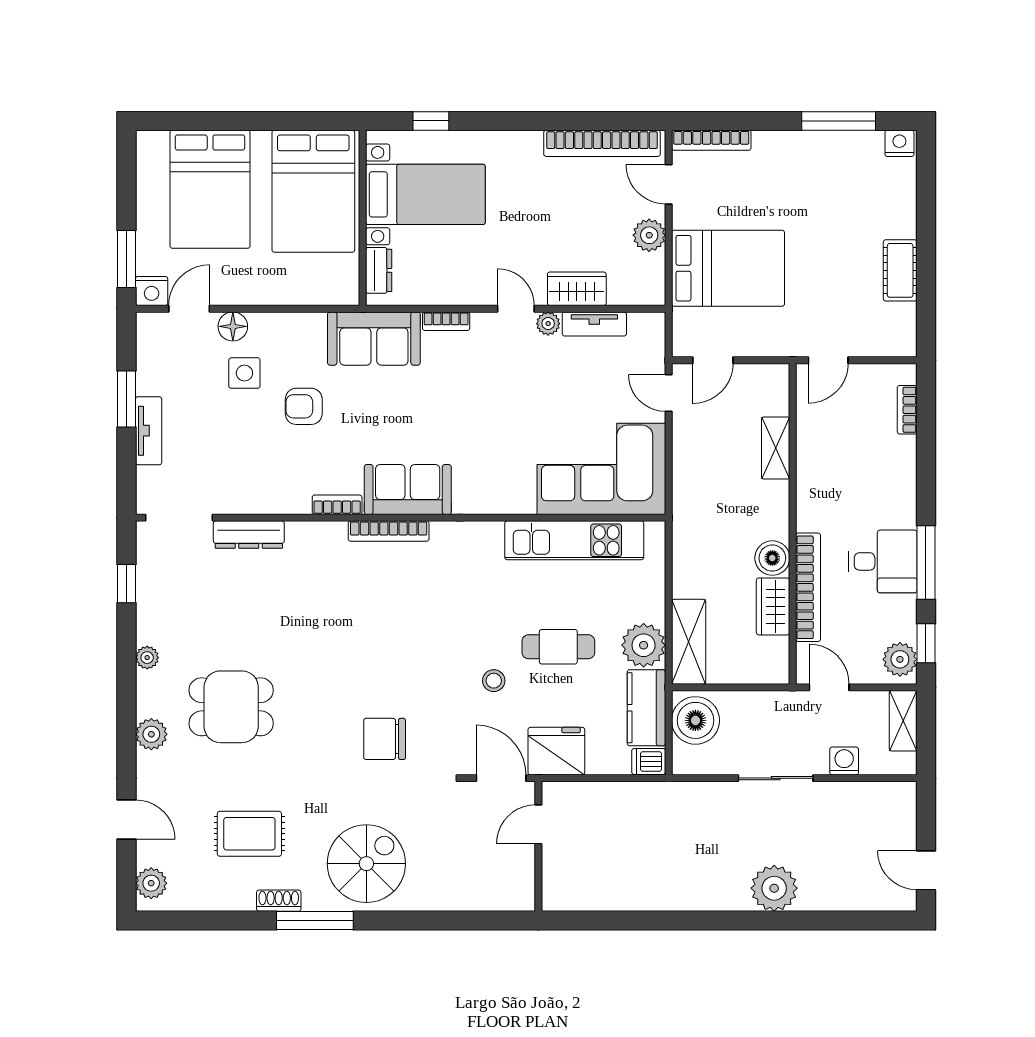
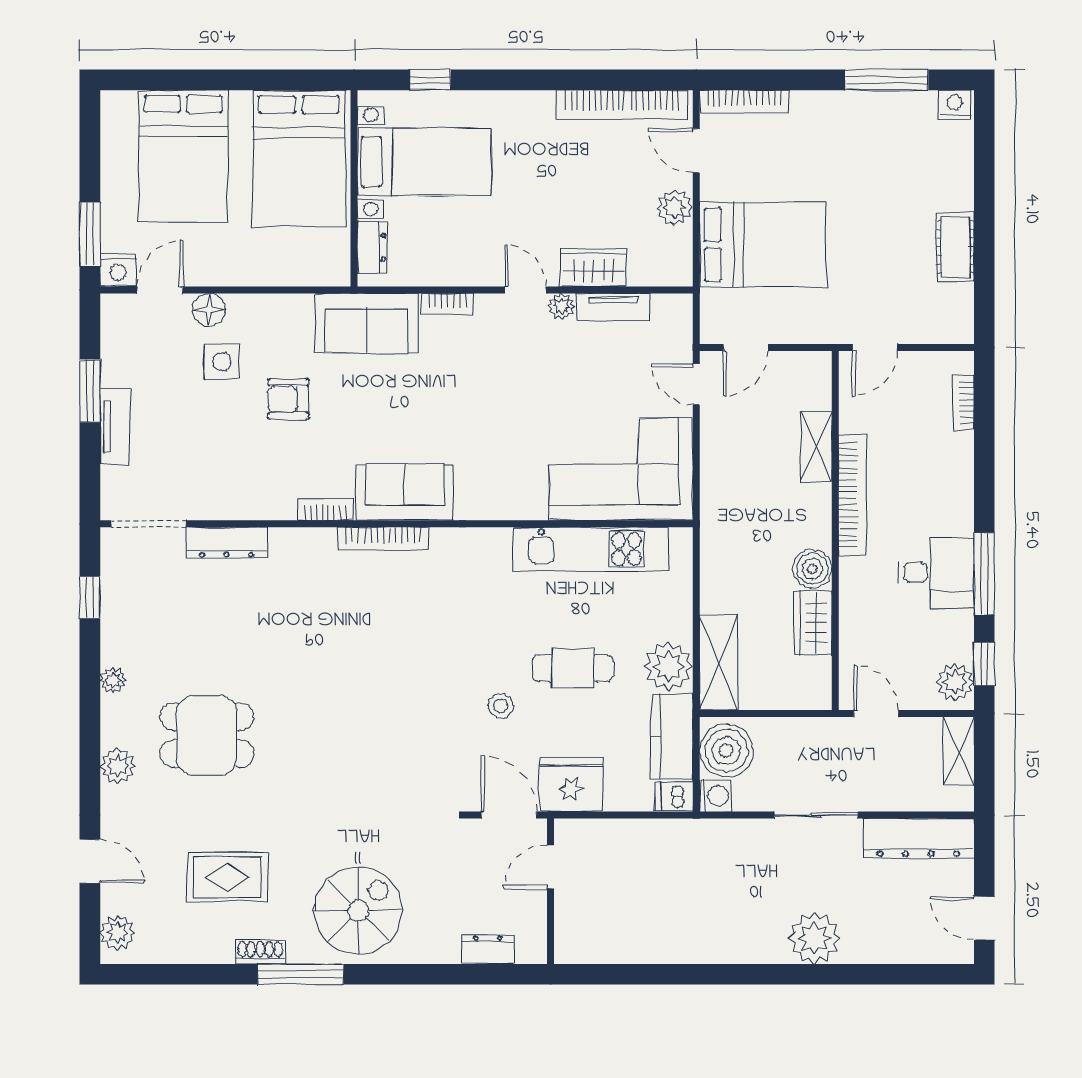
bookcase: (808, 587) -> (852, 495), moved
chair: (385, 739) -> (379, 771), removed
washing machine: (844, 761) -> (716, 796), moved, turned 90
dresser: (867, 799) -> (918, 838), added
dresser: (482, 898) -> (488, 950), added

